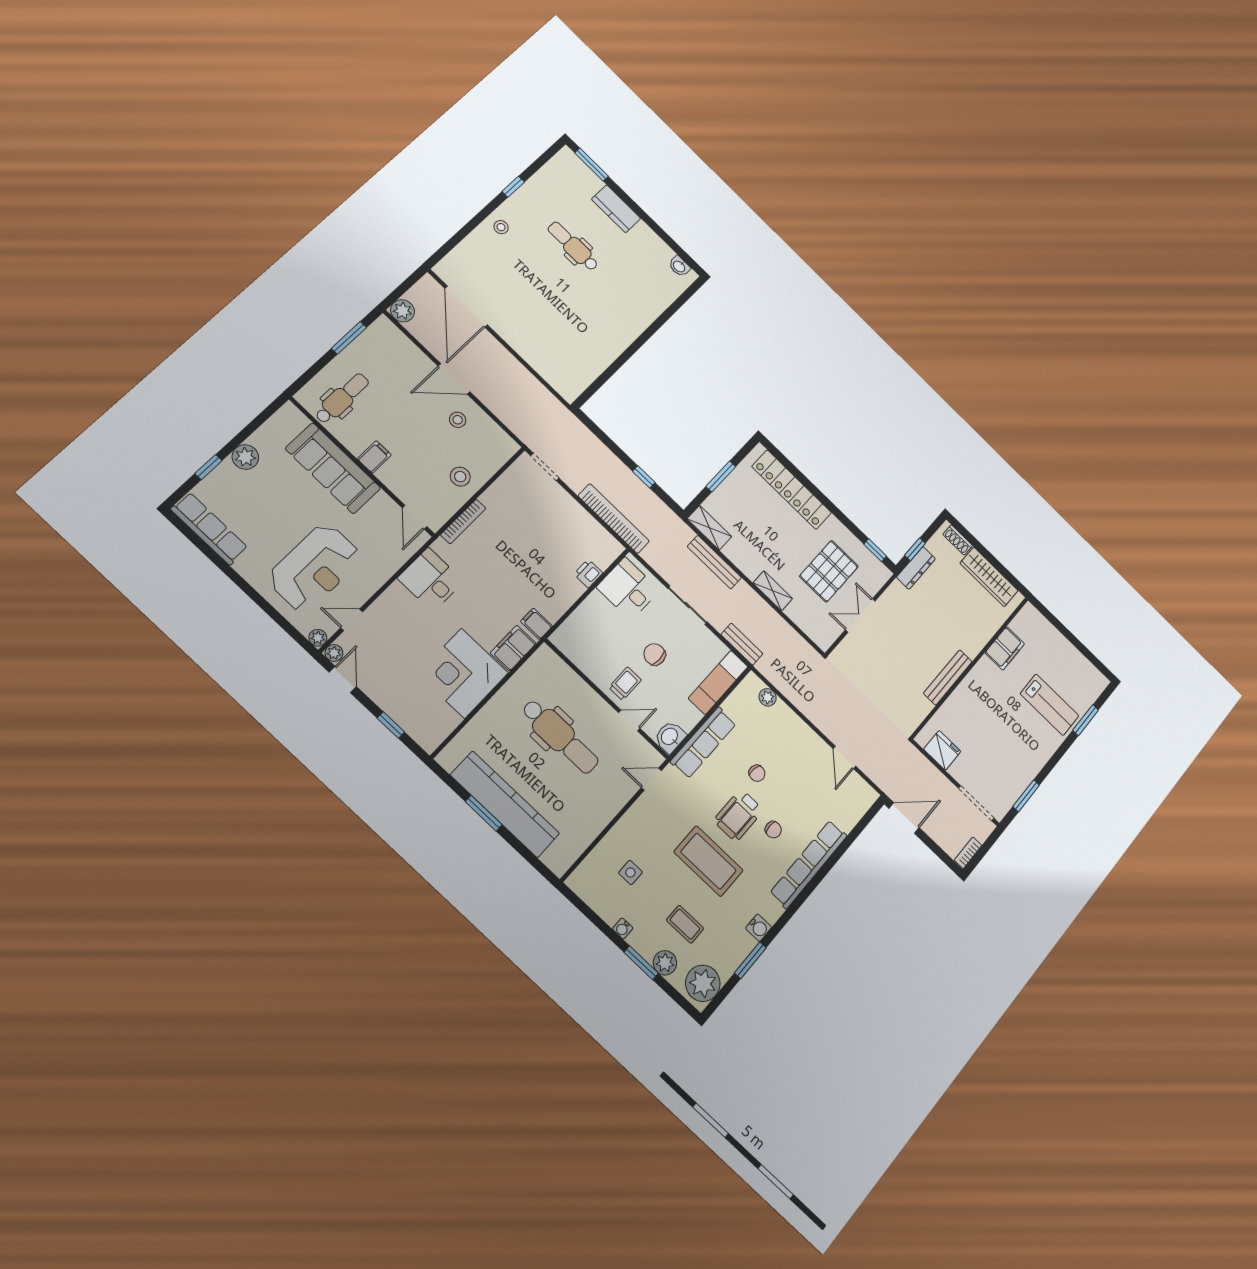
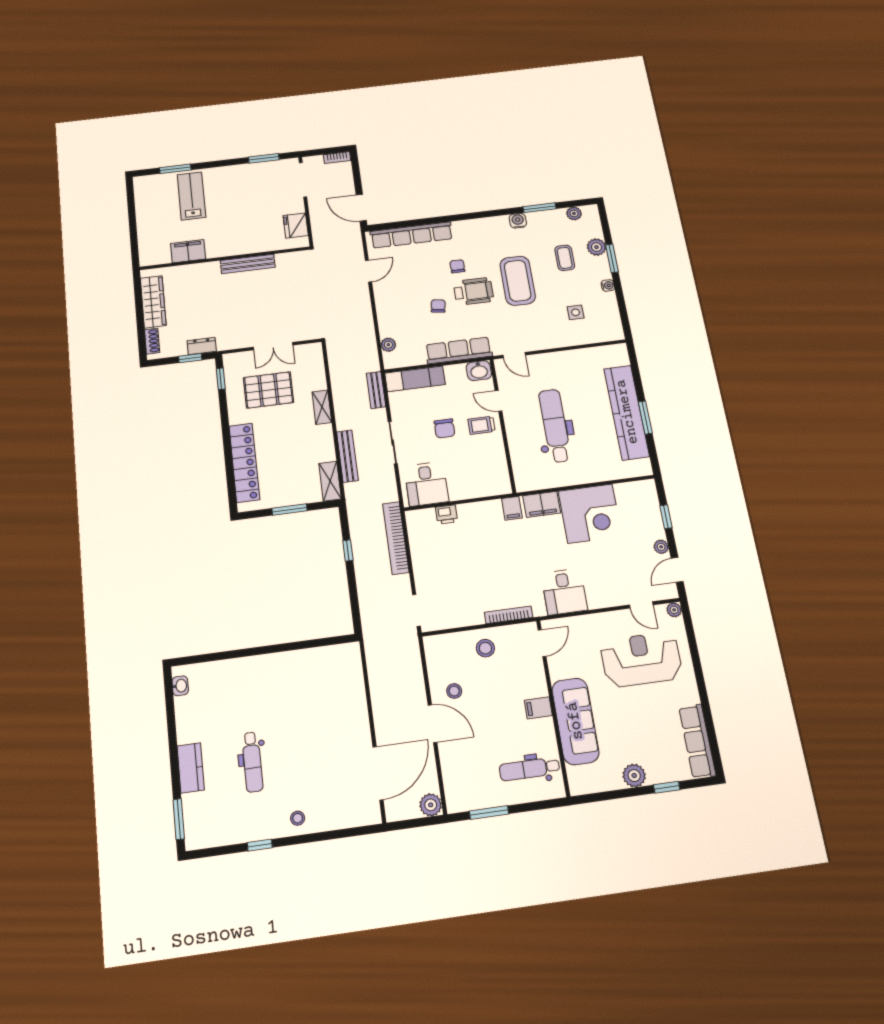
dresser: (916, 568) -> (202, 346), width x0.70
plant: (334, 653) -> (661, 547), moved
row of seats: (809, 864) -> (411, 235), moved
plant: (703, 983) -> (574, 213), width x0.53, depth x0.53

